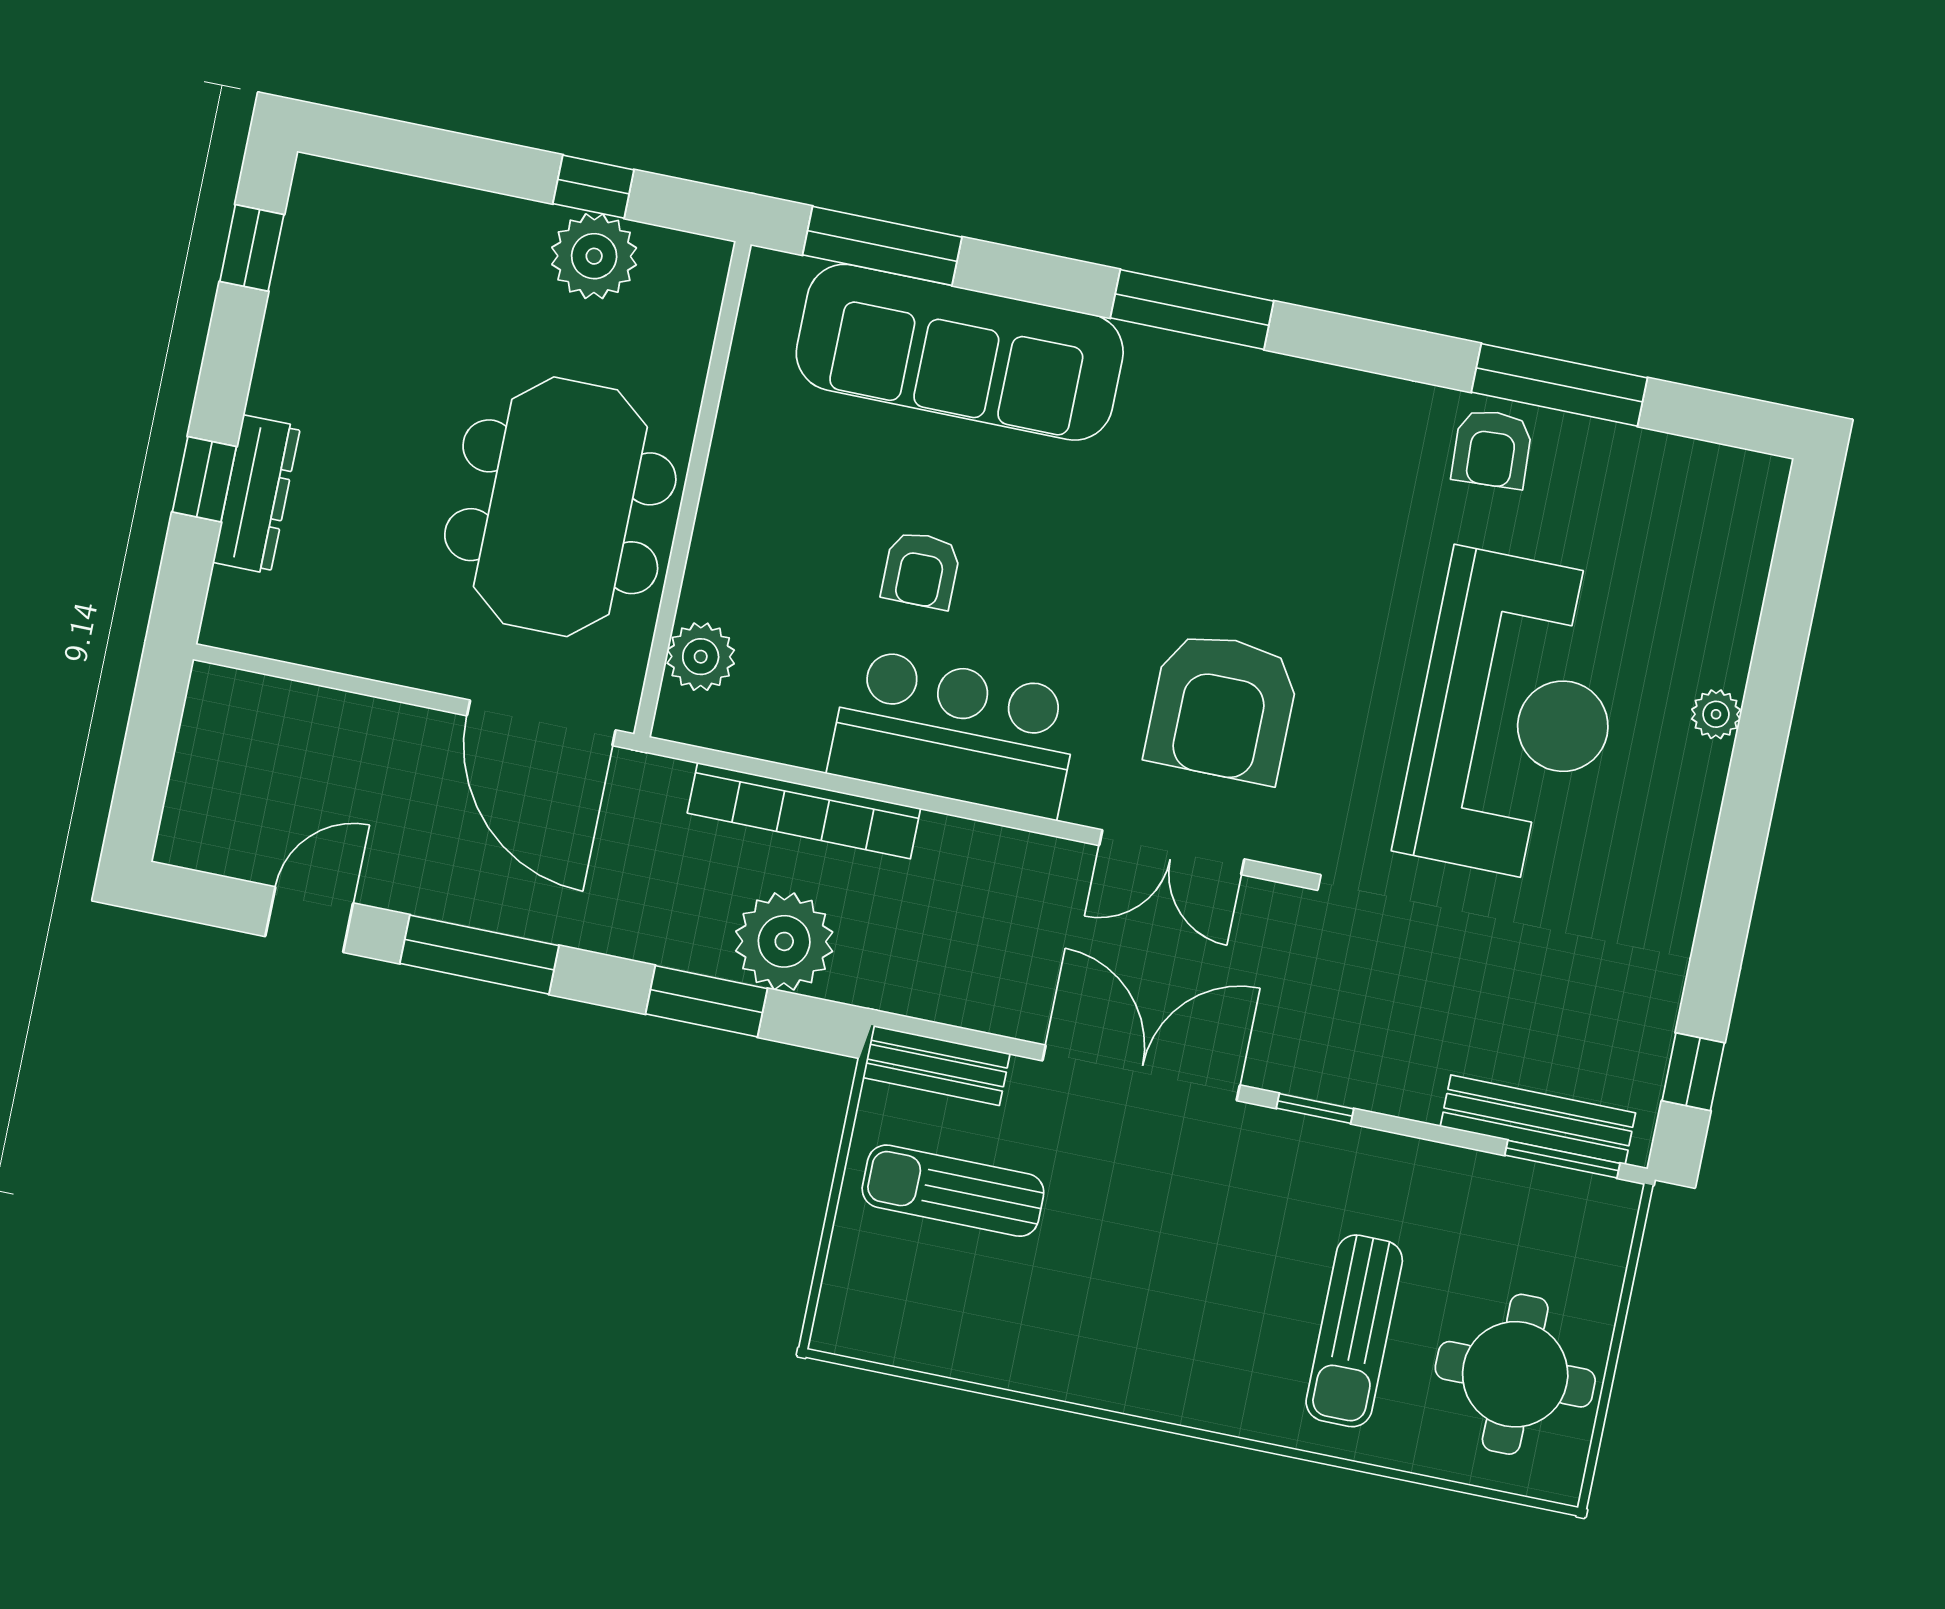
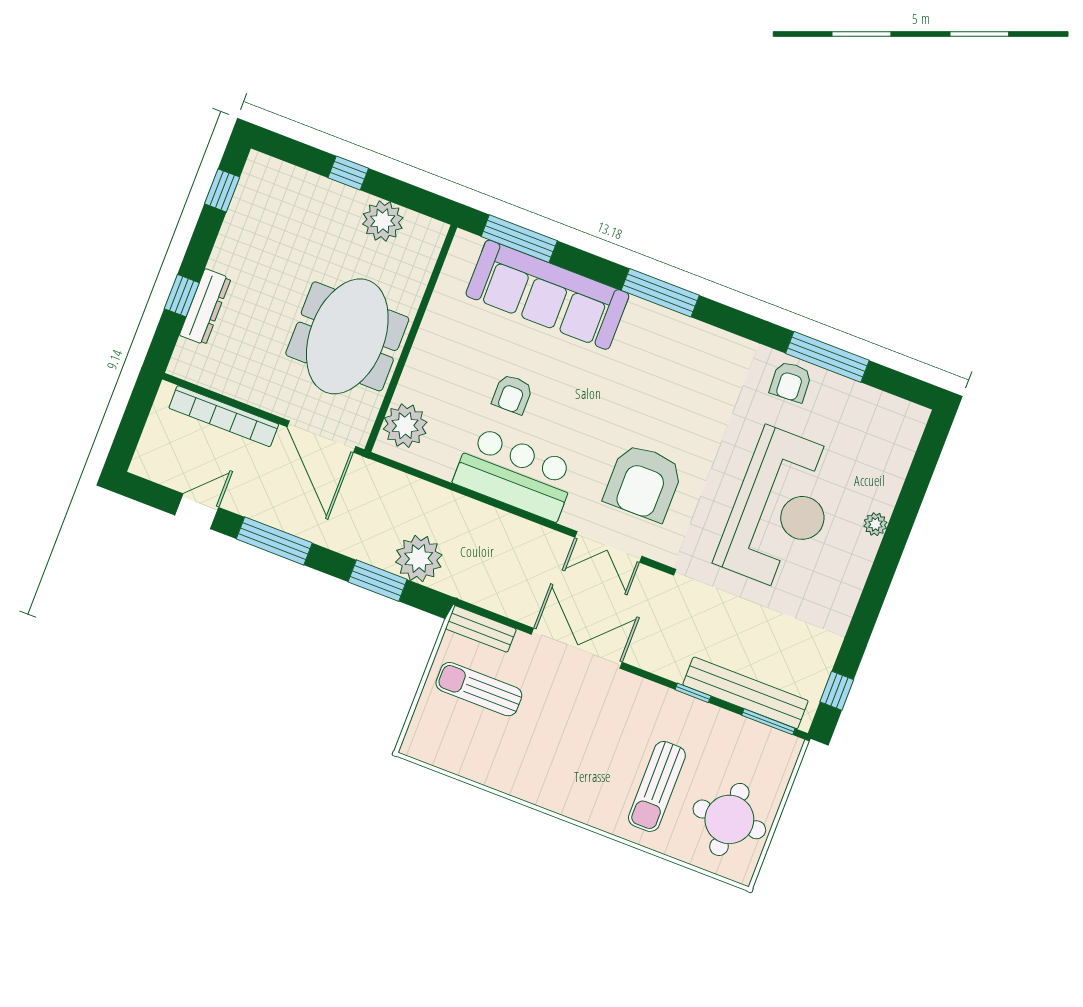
window: (593, 187) -> (348, 173), moved
plant: (701, 657) -> (405, 426), width x1.36, depth x1.36
bookcase: (804, 811) -> (224, 416), moved
window: (1315, 1108) -> (693, 693), moved
bench: (1538, 1120) -> (745, 693), width x1.37, depth x1.21

